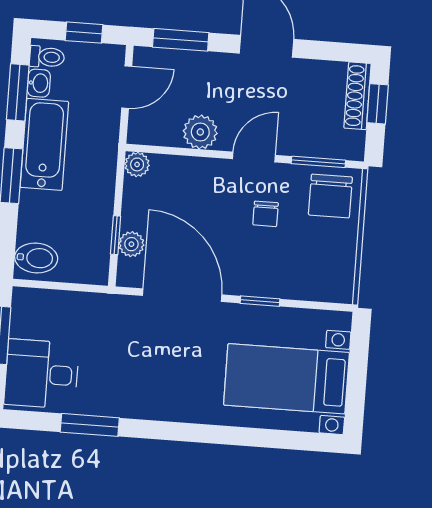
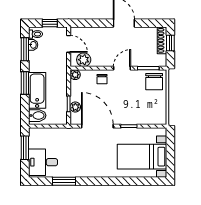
window: (181, 40) -> (89, 23), removed
door: (127, 87) -> (69, 44), hinge flipped
plant: (200, 132) -> (84, 60), moved
bathtub: (44, 144) -> (37, 90), moved
chair: (266, 214) -> (102, 79), moved

